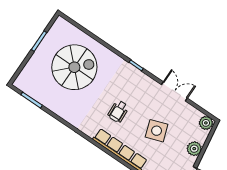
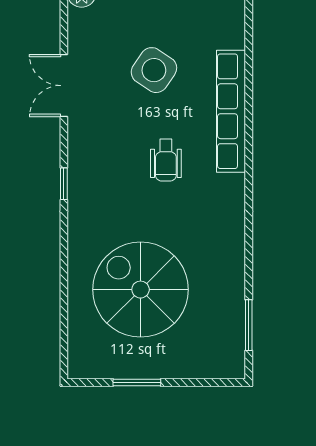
wheelchair: (118, 111) -> (166, 160), turned 93
side table: (157, 131) -> (154, 70), turned -37

